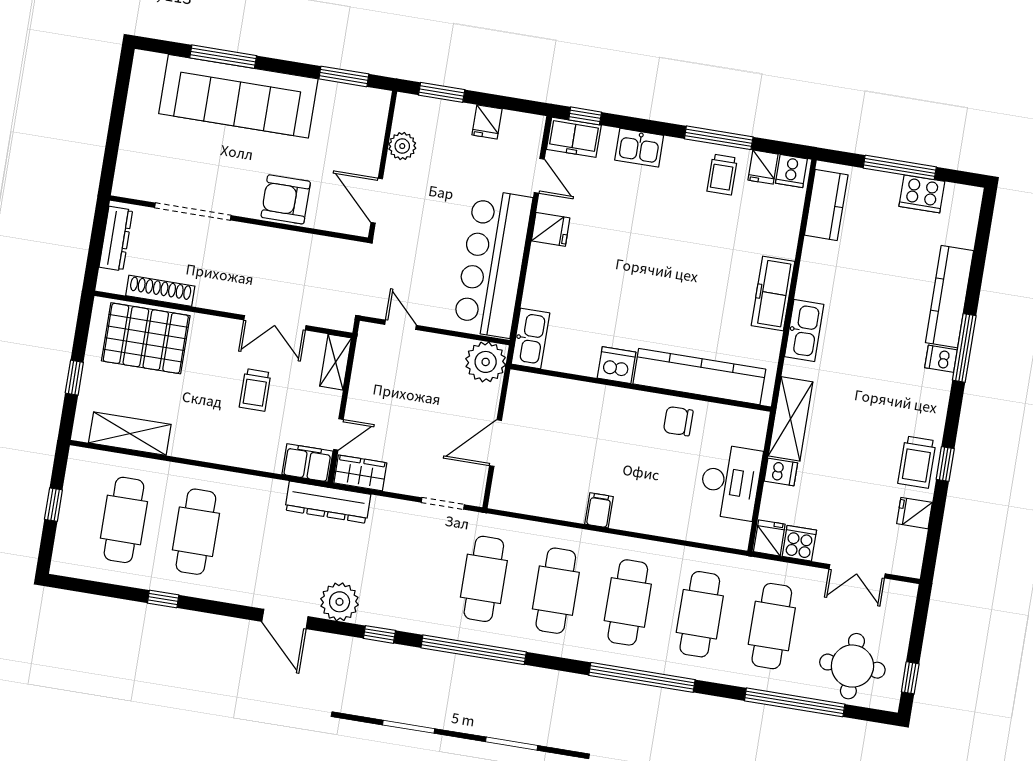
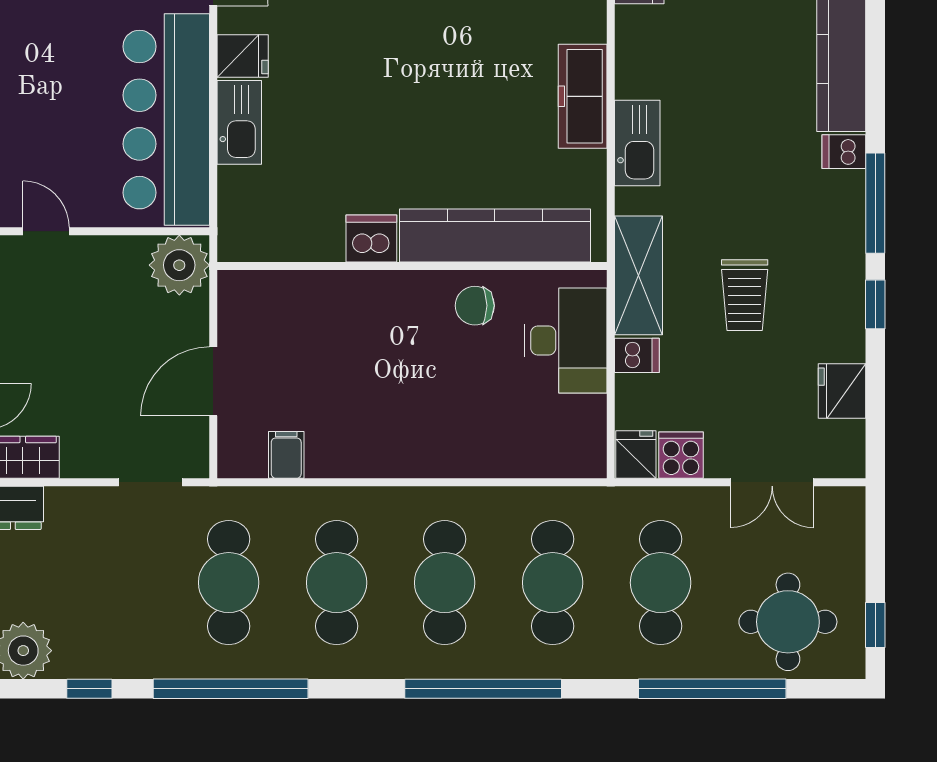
kitchen sink: (530, 338) -> (239, 122), moved
window: (964, 348) -> (875, 203), moved
trolley: (917, 462) -> (745, 295), moved
desk: (730, 482) -> (566, 341), moved
filing cabinet: (599, 510) -> (286, 455), moved
fridge: (914, 513) -> (842, 391), width x1.38

